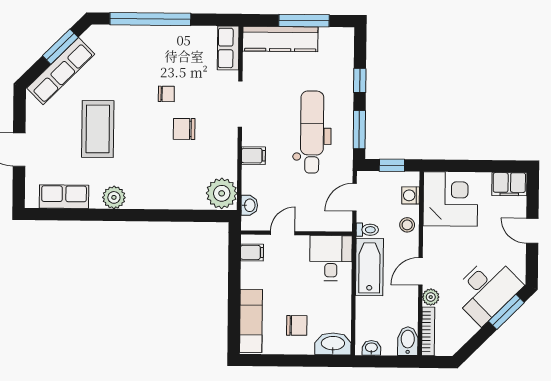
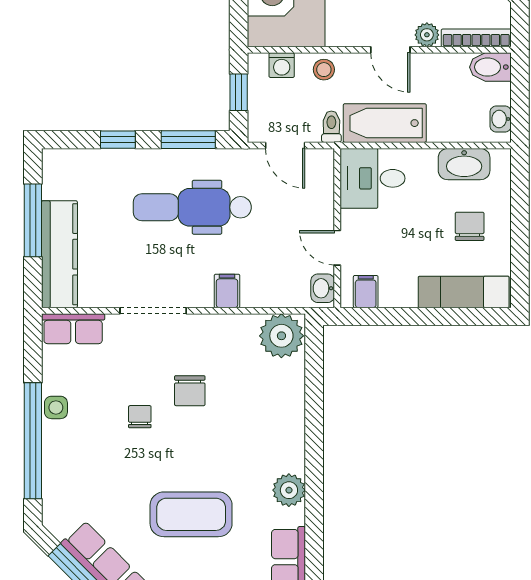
side table: (173, 35) -> (56, 407), added
washbasin: (249, 205) -> (323, 288), moved, turned -90
washbasin: (333, 344) -> (464, 164), moved, turned -90

